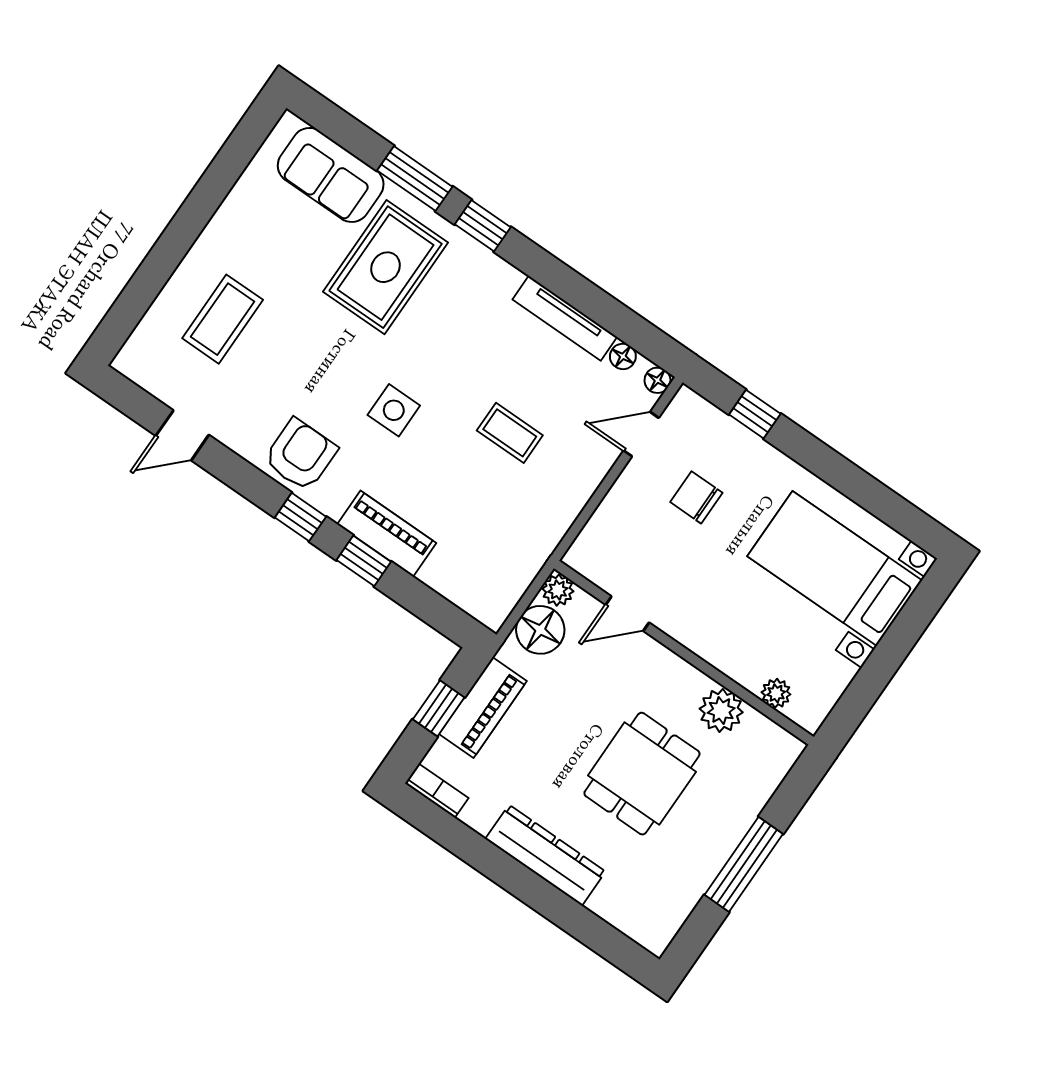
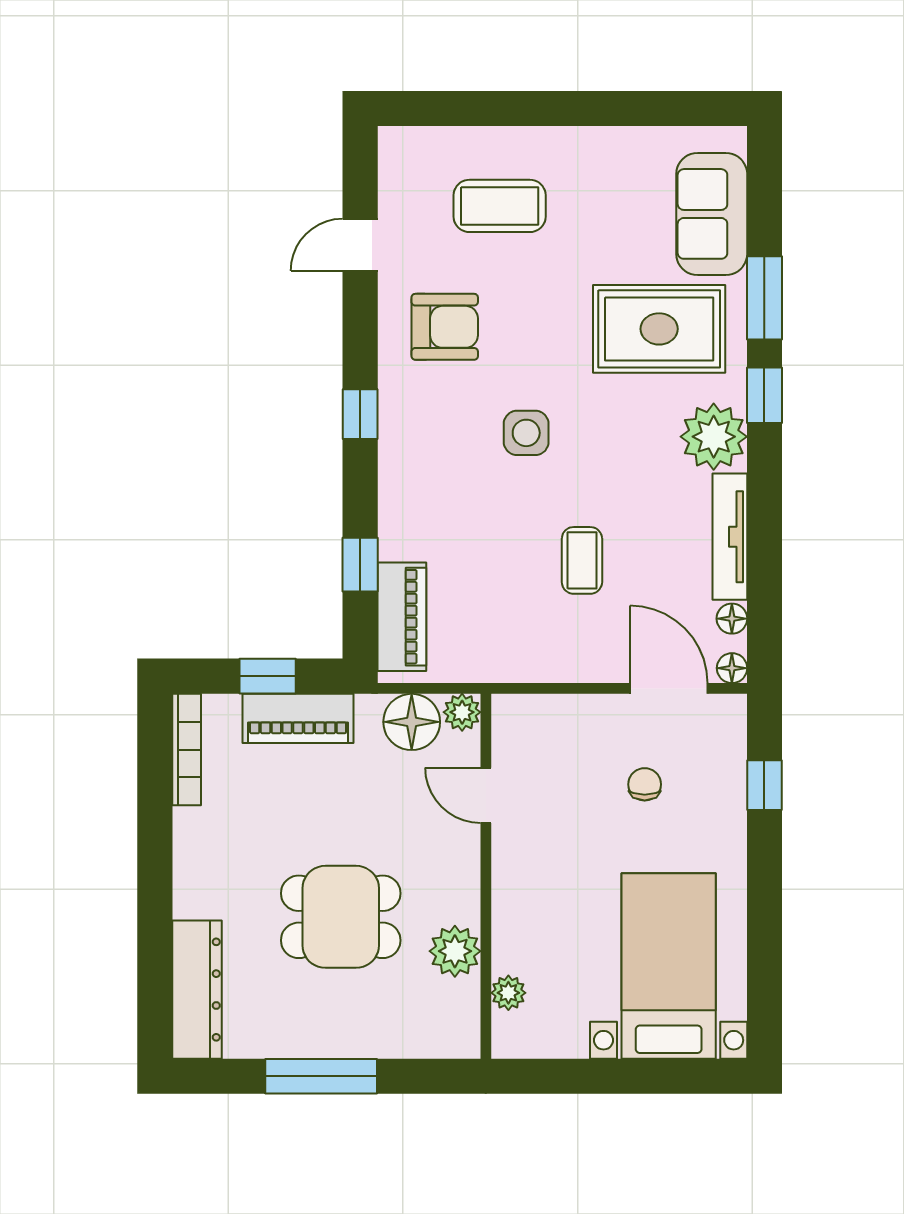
plant: (487, 281) -> (714, 437), added
door: (641, 434) -> (669, 688), width x1.37
door: (182, 435) -> (360, 245), hinge flipped
armchair: (300, 455) -> (445, 327), moved
chair: (696, 497) -> (645, 784), width x0.73, depth x0.73
piano: (387, 534) -> (402, 617), moved
window: (364, 561) -> (360, 565), moved
bookcase: (437, 791) -> (187, 750), width x1.56
dresser: (545, 855) -> (197, 990), moved

